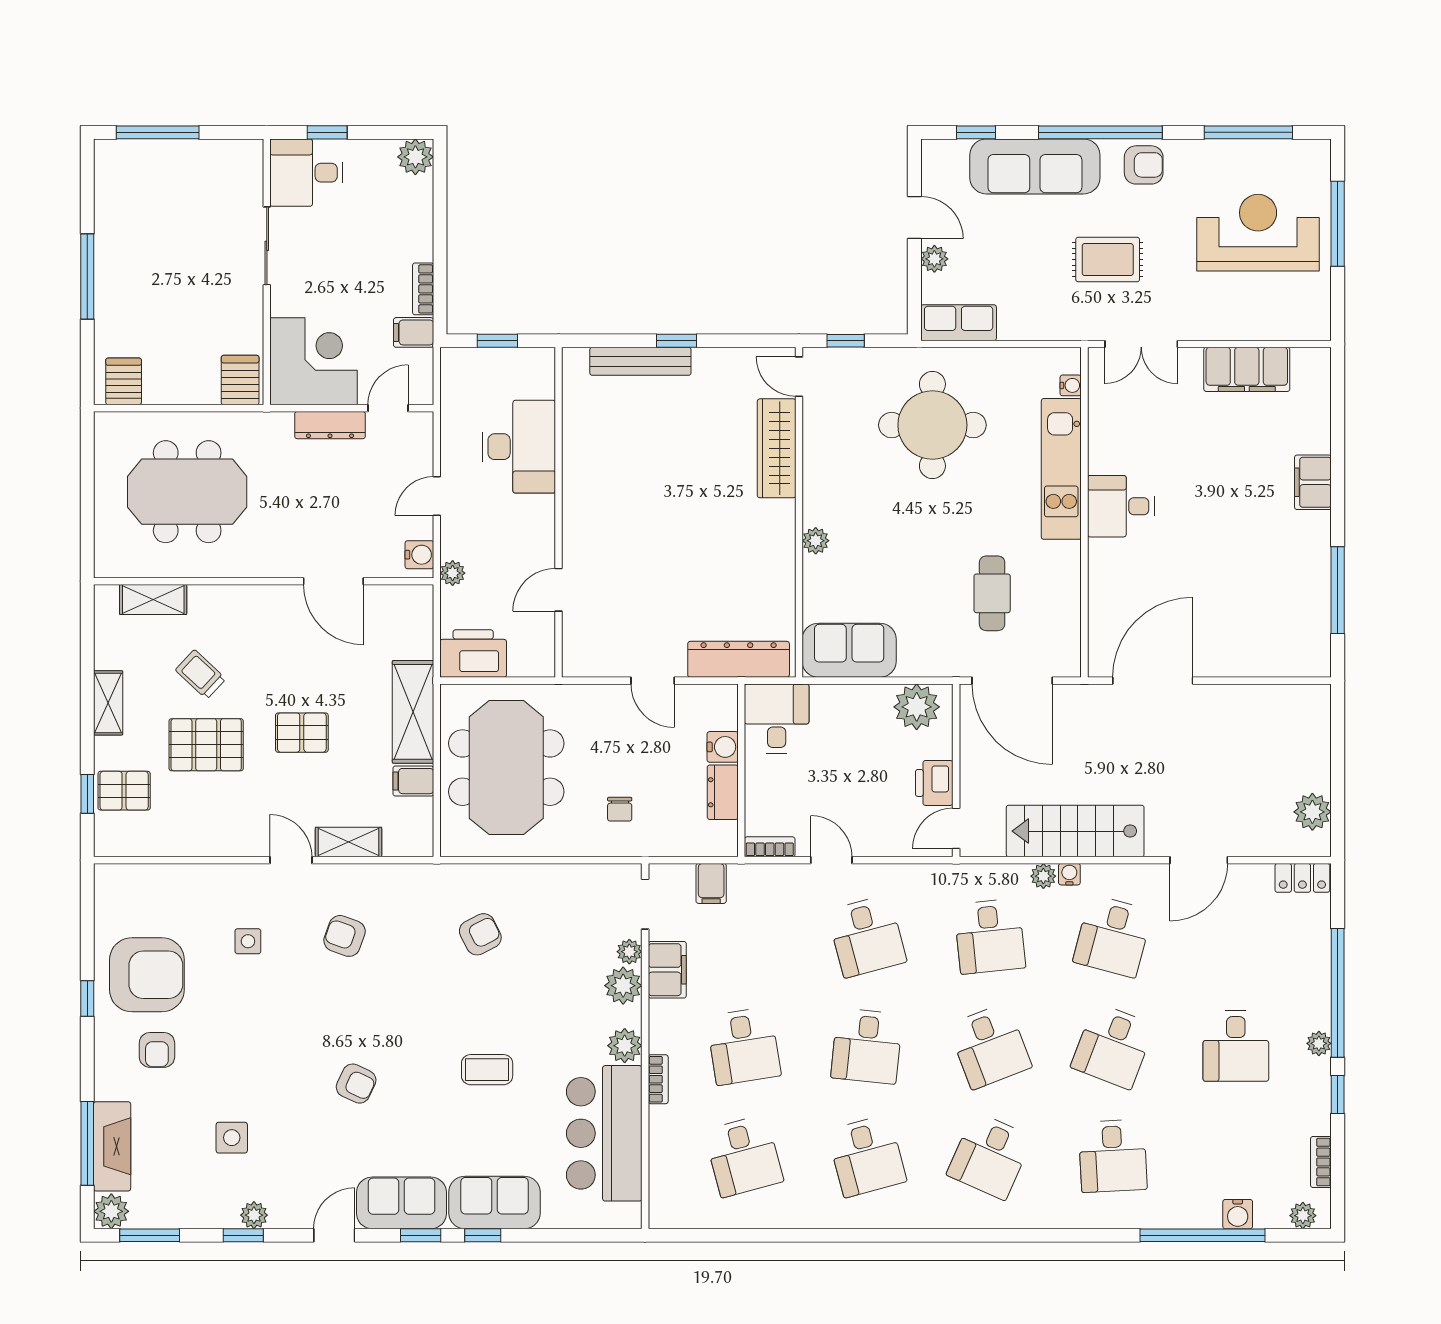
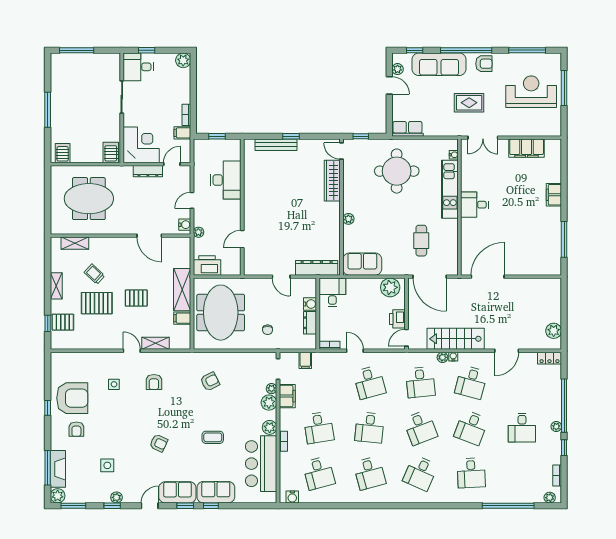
plant: (934, 259) -> (398, 69), moved
armchair: (345, 936) -> (154, 382), turned -110
water cooler: (1238, 1214) -> (292, 497), moved

